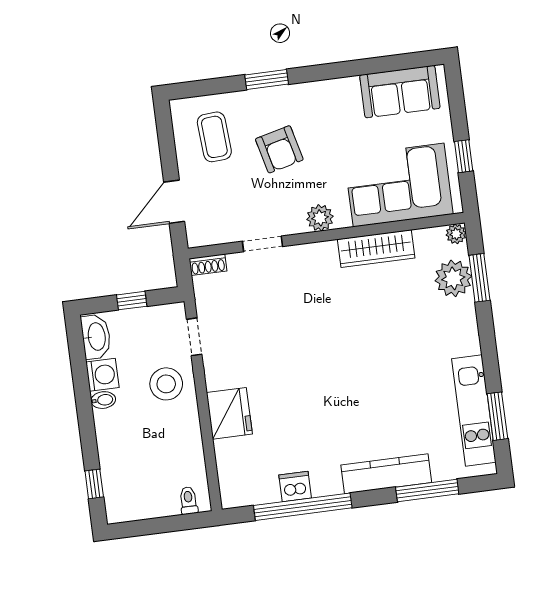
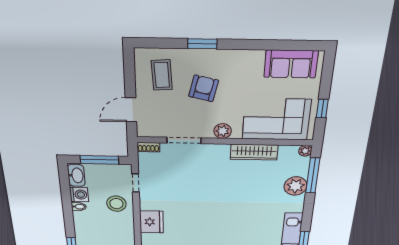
armchair: (279, 149) -> (204, 88), turned -153
doorway: (262, 244) -> (184, 140), width x1.38
plant: (453, 278) -> (296, 186), moved
window: (479, 278) -> (313, 175), width x1.44
window: (132, 301) -> (99, 160), width x2.17

